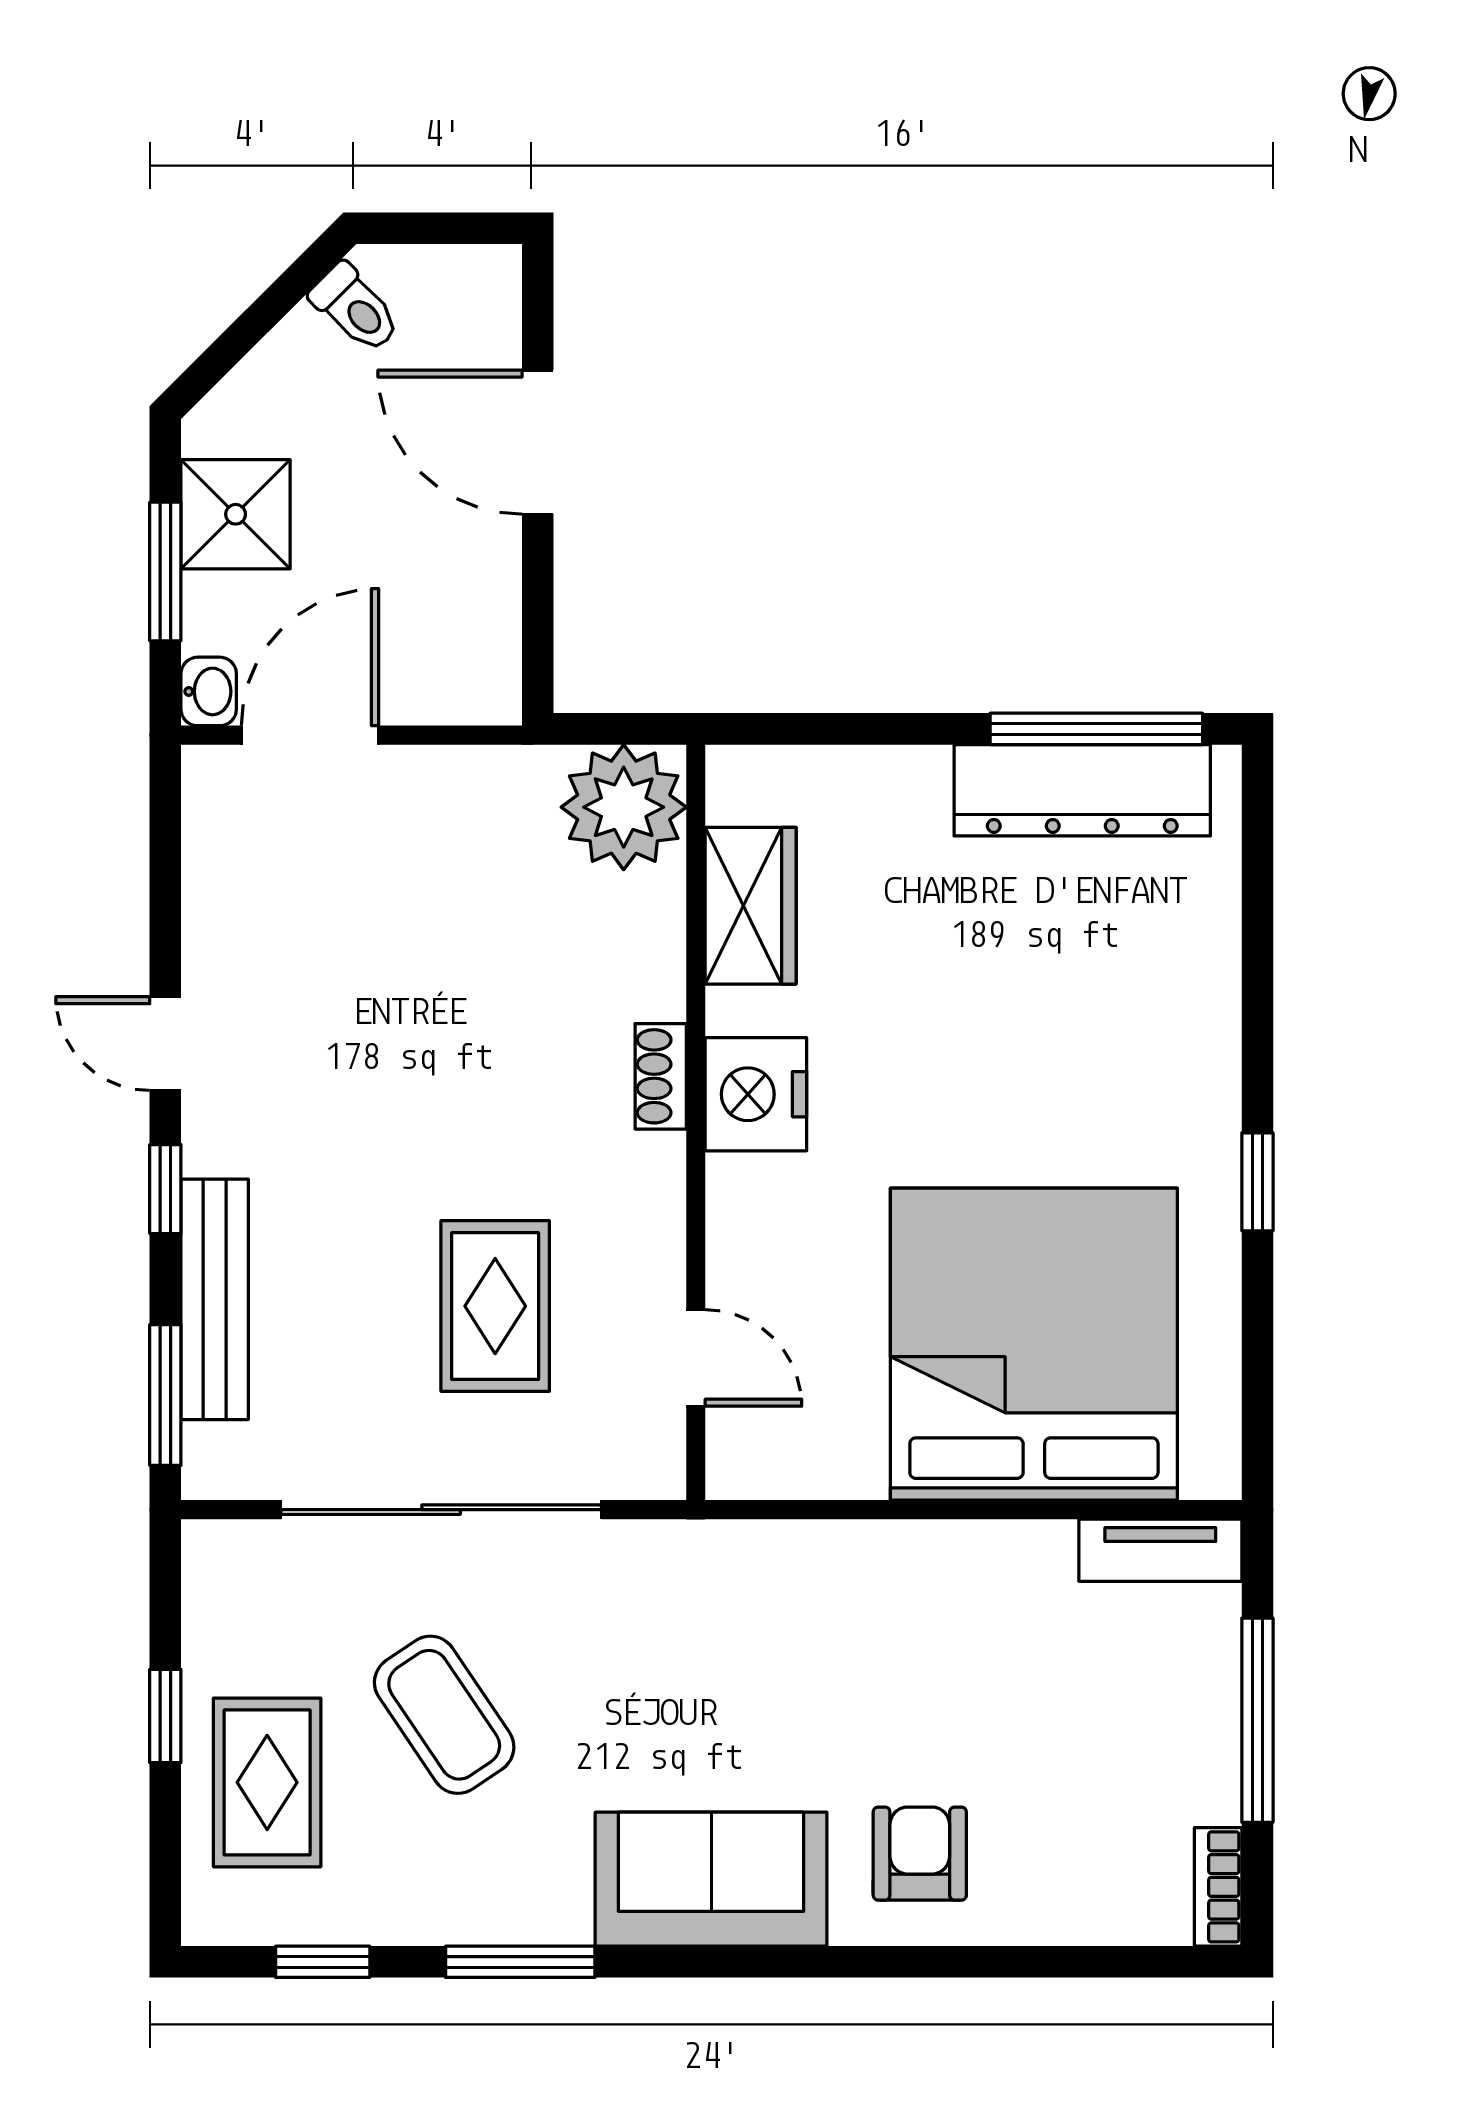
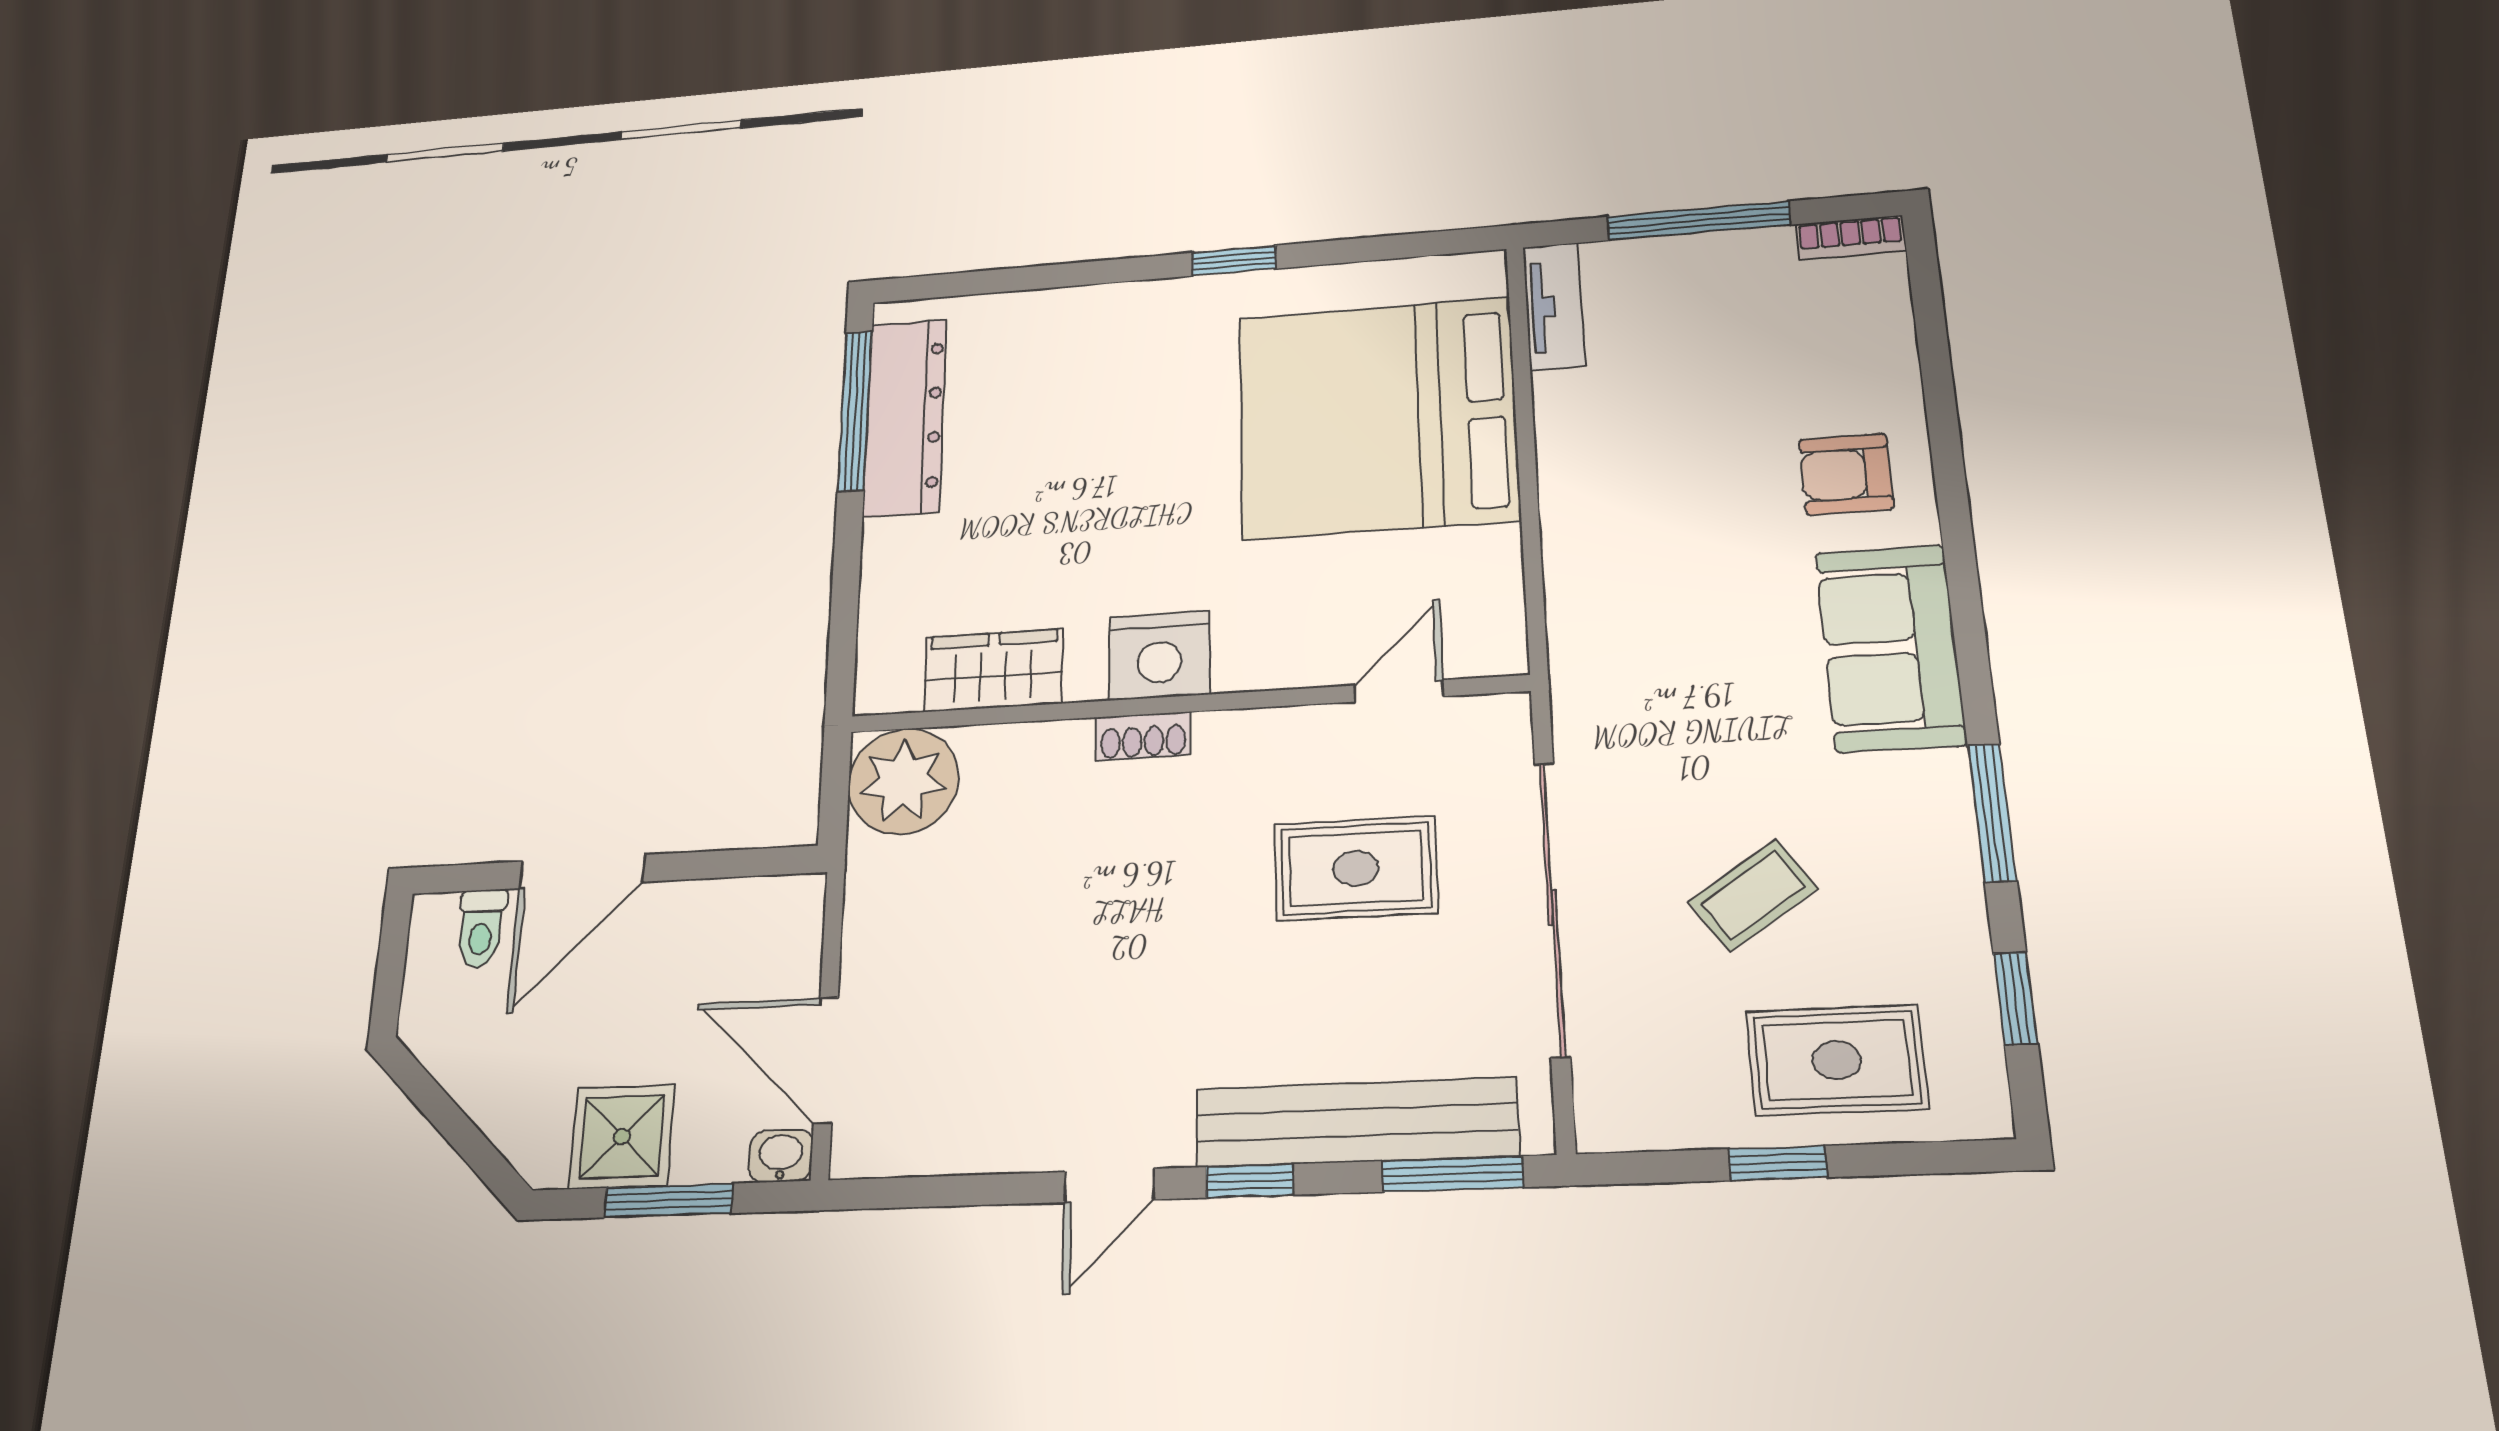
toilet: (355, 308) -> (481, 928), moved, turned 135
bench: (215, 1299) -> (1356, 1122), width x1.37, depth x1.21
coffee table: (444, 1715) -> (1753, 895), width x0.73, depth x0.77

